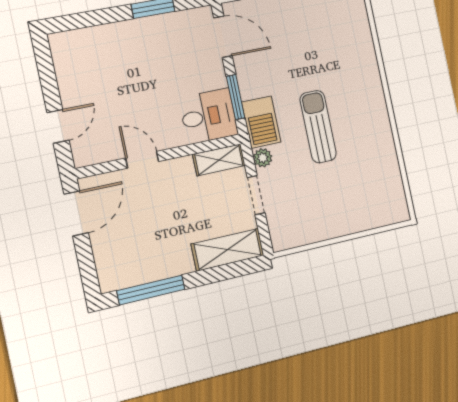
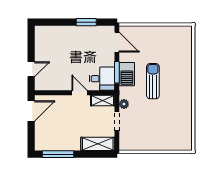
barbecue: (261, 122) -> (127, 74), moved
sun lounger: (318, 127) -> (153, 81), moved
door: (142, 160) -> (80, 93), moved

